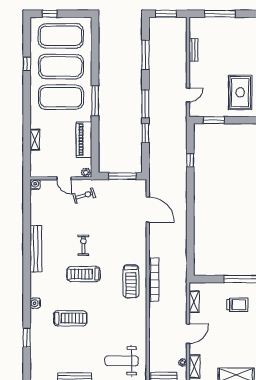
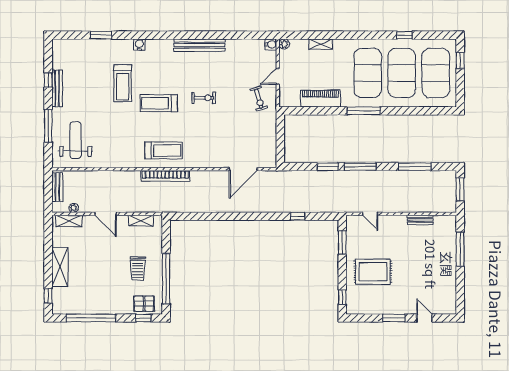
plant: (86, 172) -> (284, 44), moved
window: (122, 176) -> (280, 141), removed
treadmill: (83, 274) -> (159, 103), moved, turned -90
treadmill: (131, 281) -> (164, 151), turned 180

